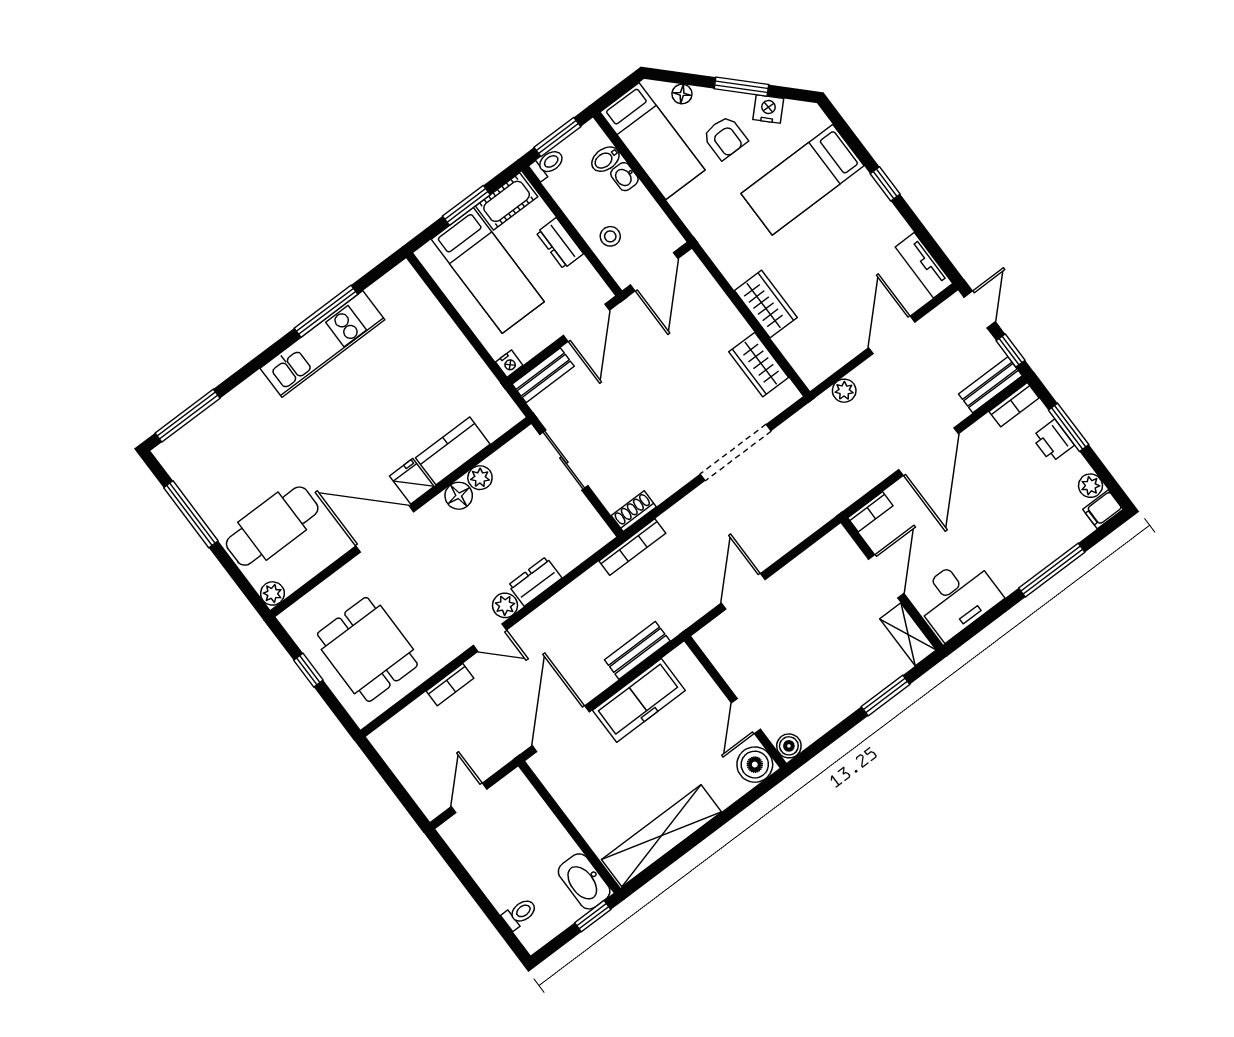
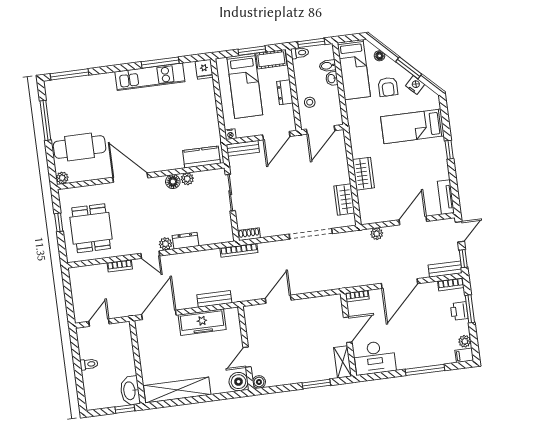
kitchen counter: (453, 451) -> (201, 157), moved
fridge: (412, 481) -> (204, 69), moved, turned 180
toilet: (520, 914) -> (89, 364), moved

